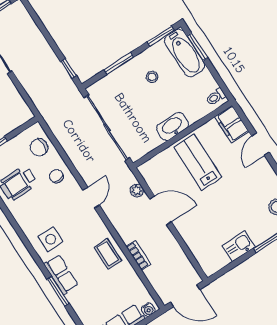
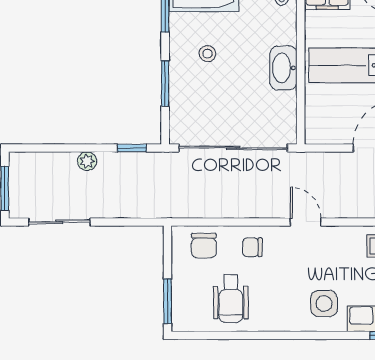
plant: (137, 190) -> (87, 161), moved

